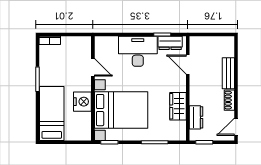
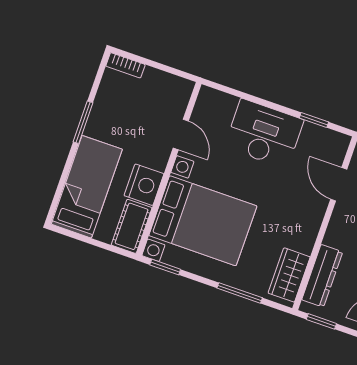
dresser: (170, 43) -> (322, 138), removed
wardrobe: (178, 106) -> (289, 275), moved
dresser: (196, 117) -> (322, 276), width x1.44
cot: (84, 127) -> (132, 226), added

